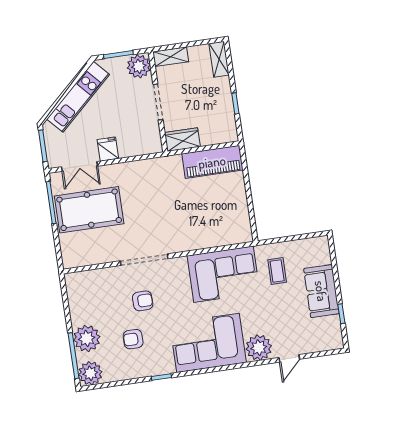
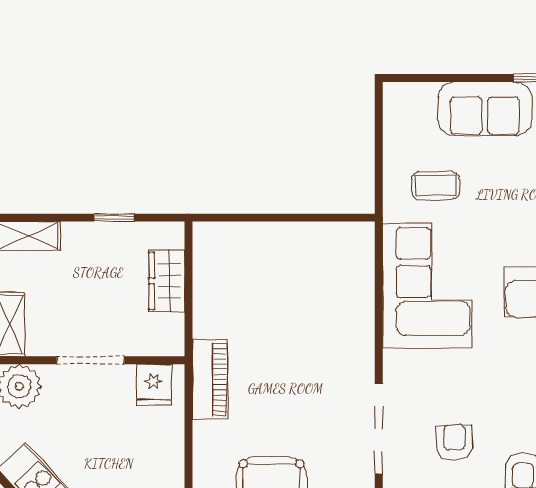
wardrobe: (182, 140) -> (167, 281), moved
fridge: (108, 149) -> (154, 385), moved, turned -90
piano: (212, 162) -> (210, 379), moved, width x0.73, depth x0.75

